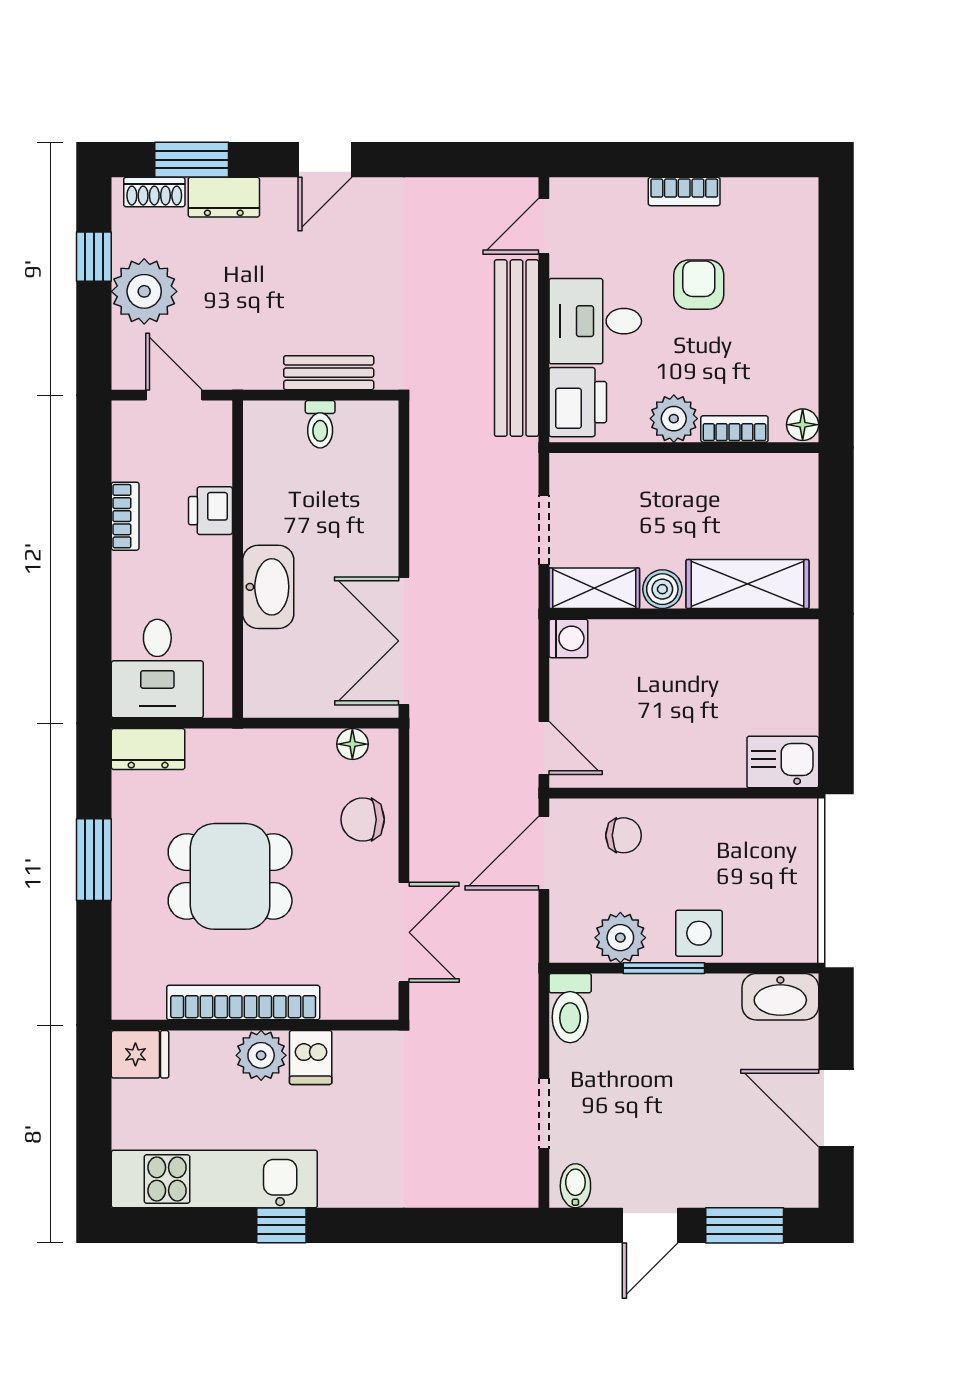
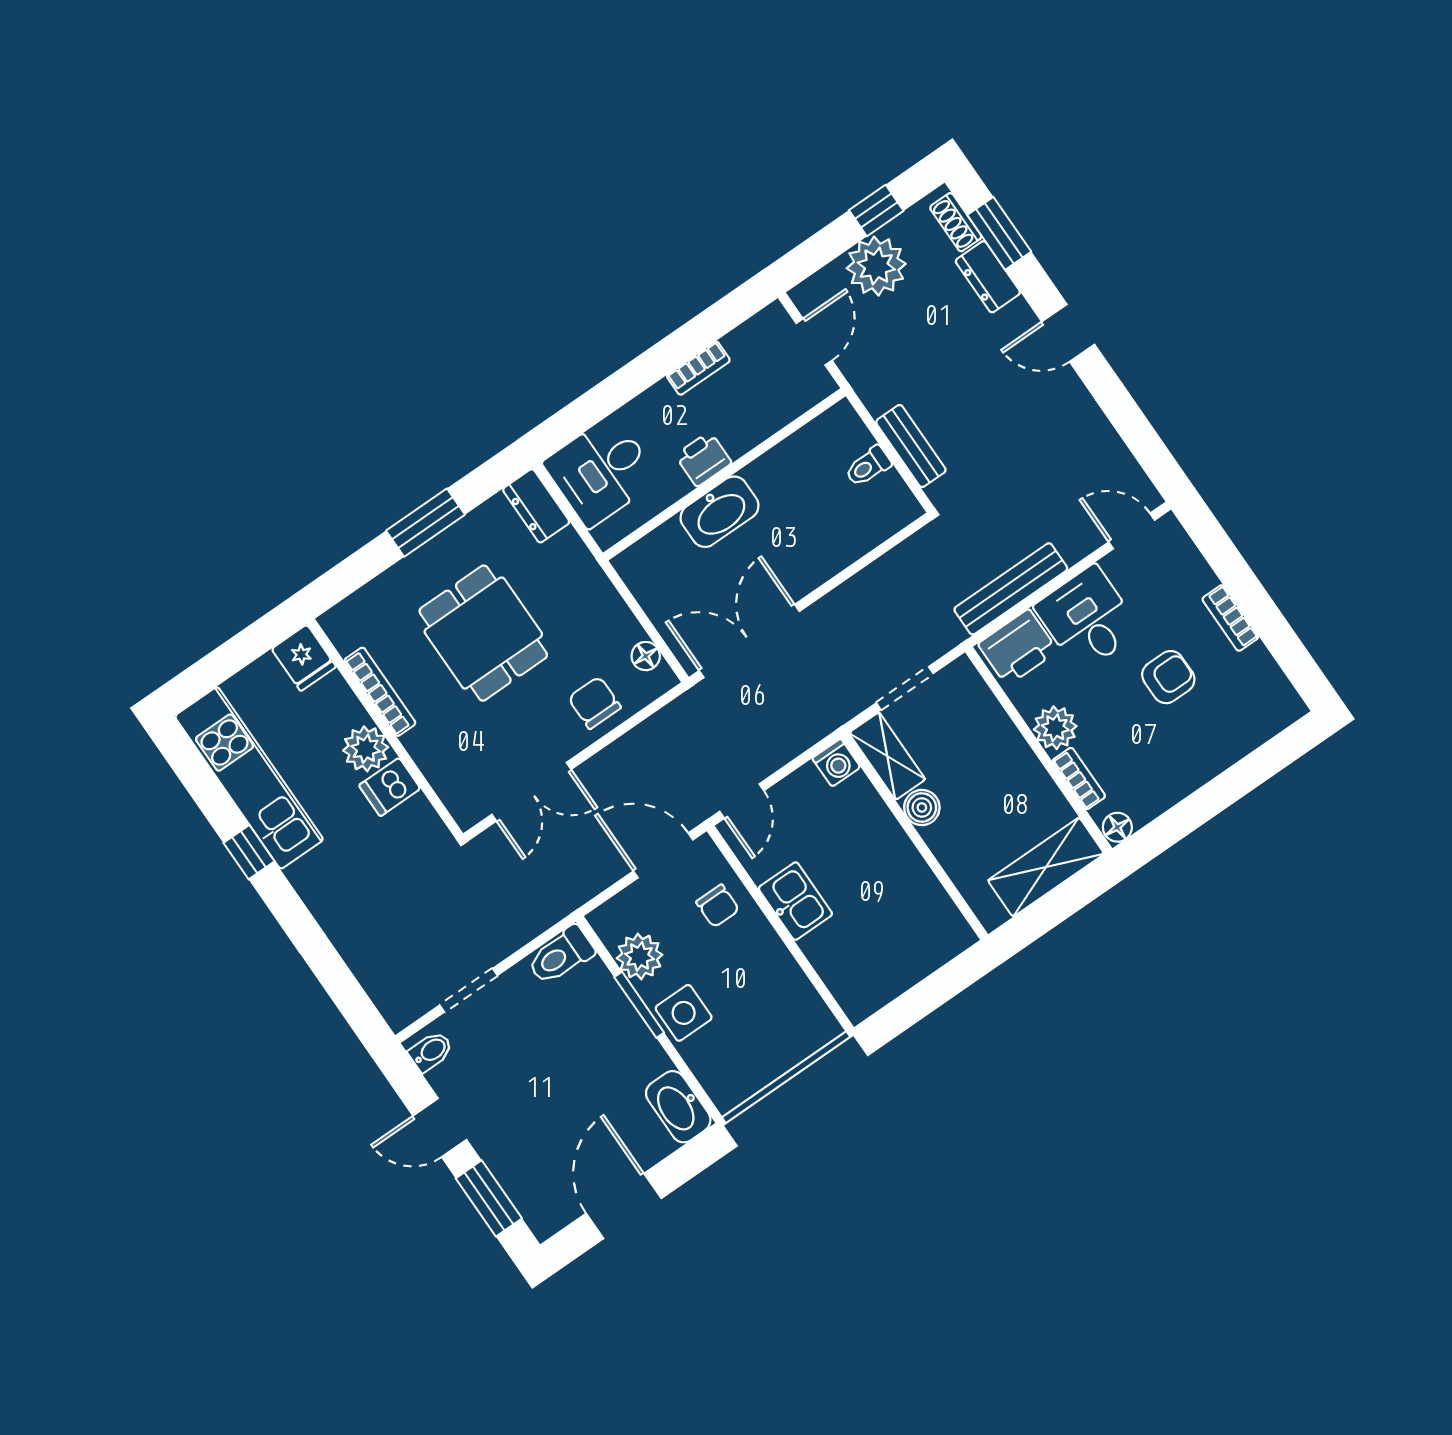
bench: (517, 348) -> (1011, 589), width x0.73, depth x0.82
printer: (210, 511) -> (703, 459), moved
shelving: (747, 584) -> (1046, 867), moved, turned 90
kitchen sink: (783, 762) -> (795, 901), moved
bookcase: (243, 1002) -> (380, 692), width x0.68, depth x0.76

